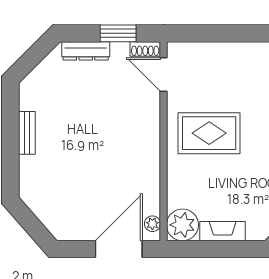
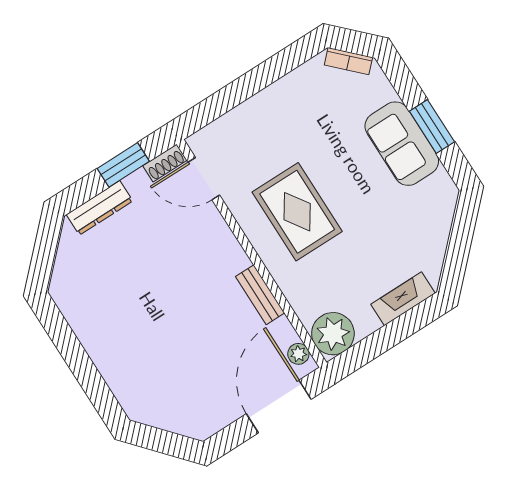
bench: (27, 133) -> (260, 295), moved
rug: (209, 133) -> (297, 212), turned 90
fireplace: (223, 231) -> (403, 299), moved

